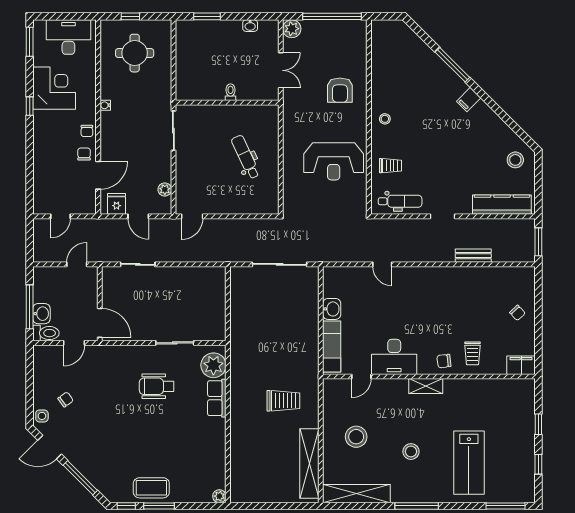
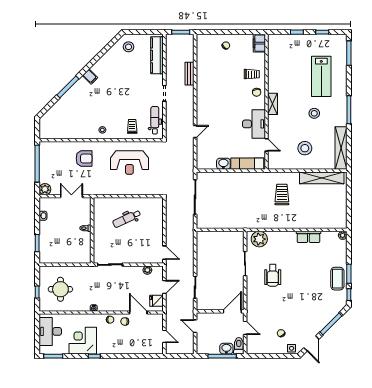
reception desk: (334, 161) -> (129, 163), turned 90
row of seats: (217, 398) -> (308, 237), moved
lab bench: (469, 463) -> (321, 76), turned 90

